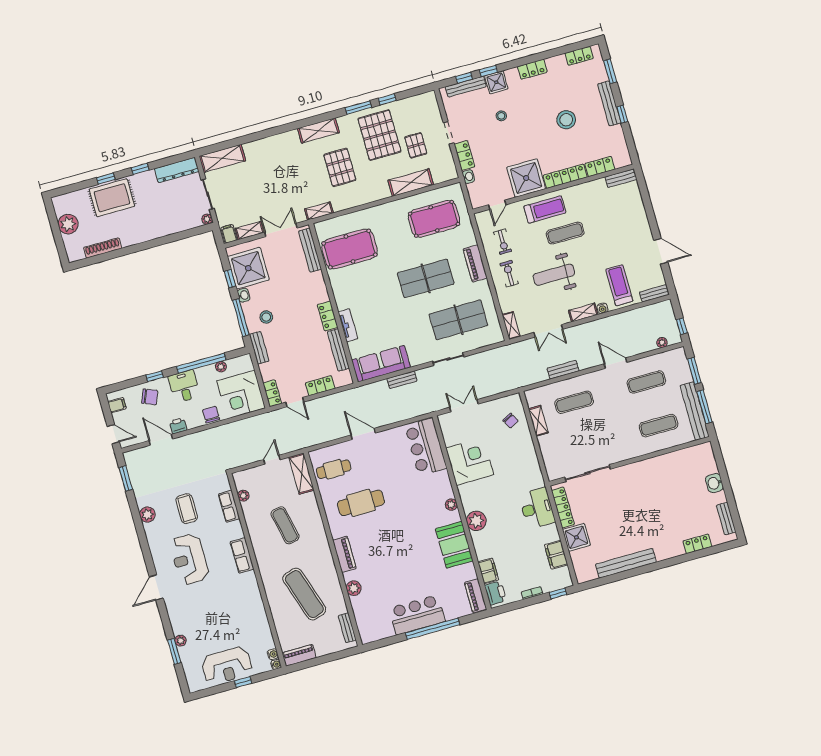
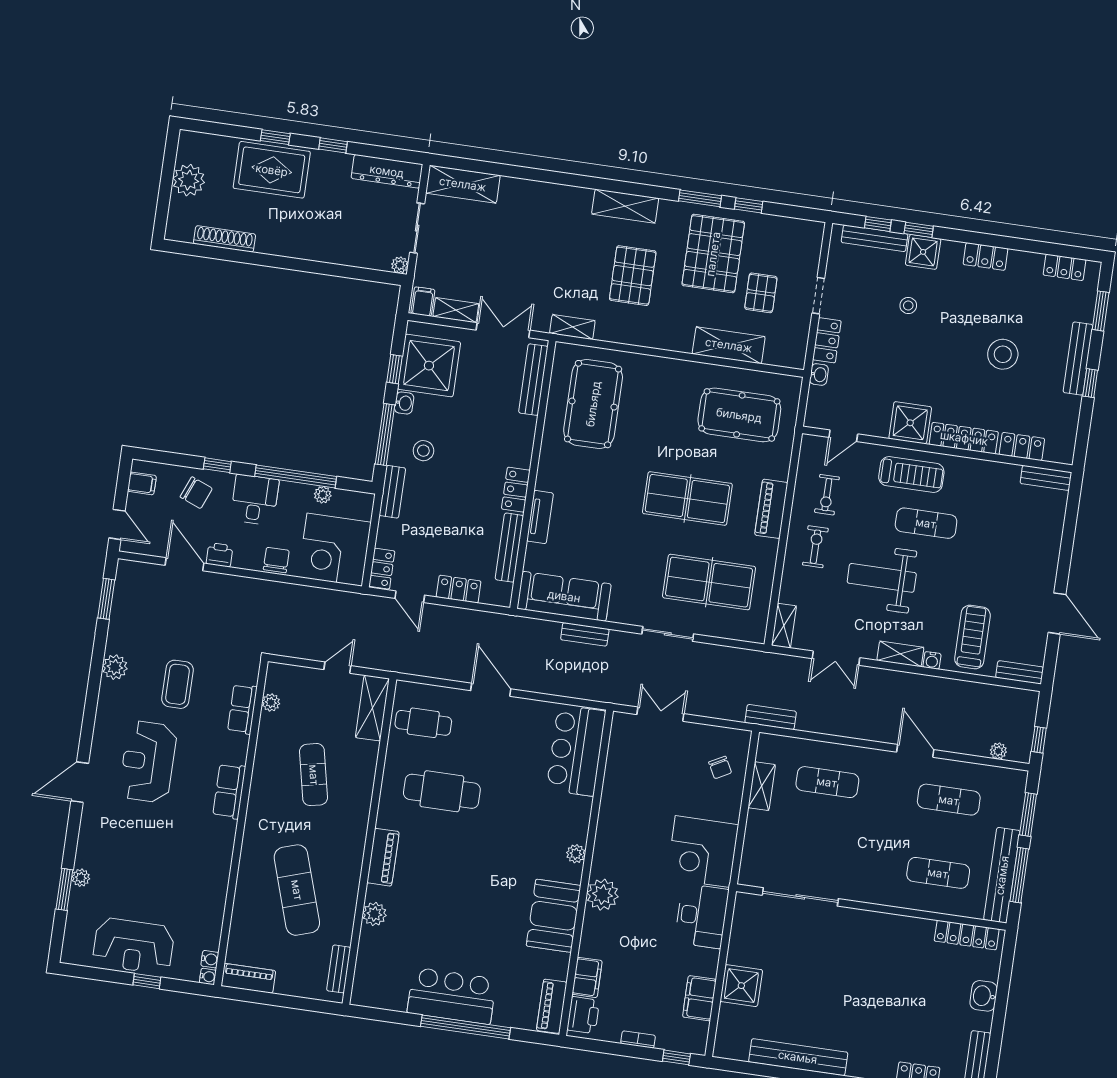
shower: (526, 178) -> (910, 423), width x0.73, depth x0.73
pool table: (350, 249) -> (593, 404), turned 90
bench: (563, 370) -> (771, 717), moved
corner desk: (470, 461) -> (703, 852), moved, turned 180
locker: (563, 508) -> (967, 935), moved, turned 90

